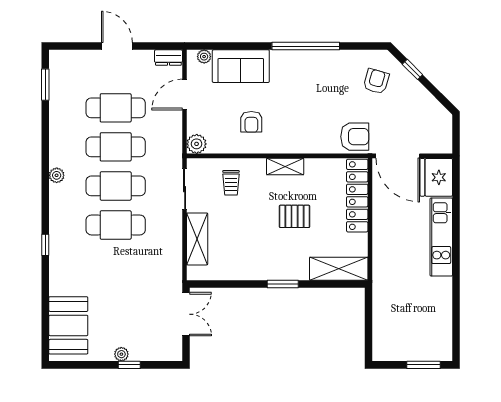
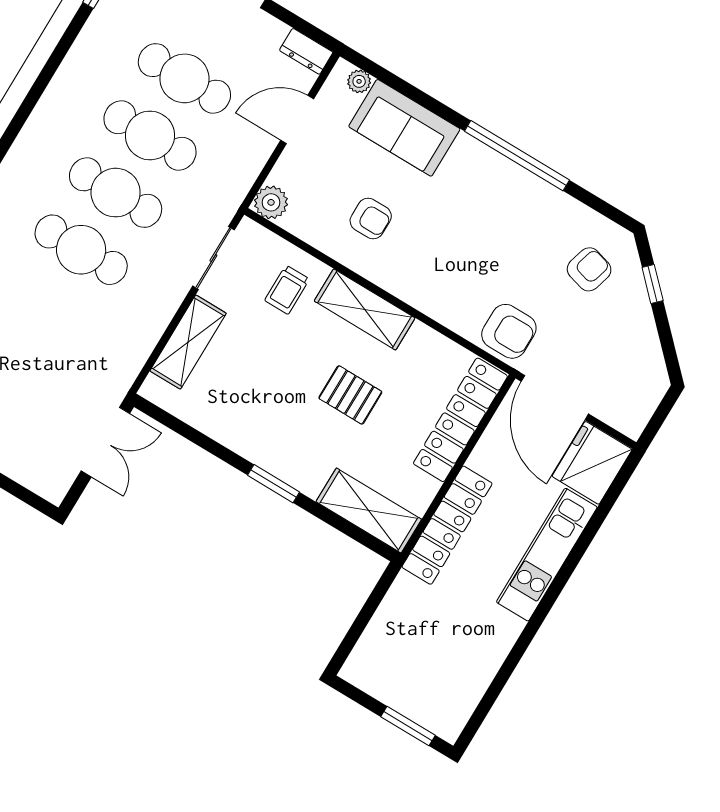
armchair: (251, 122) -> (371, 218), turned -90
shelving: (285, 166) -> (365, 309), width x1.50, depth x1.33
plant: (57, 175) -> (39, 125), removed
locker: (382, 252) -> (447, 525), added

